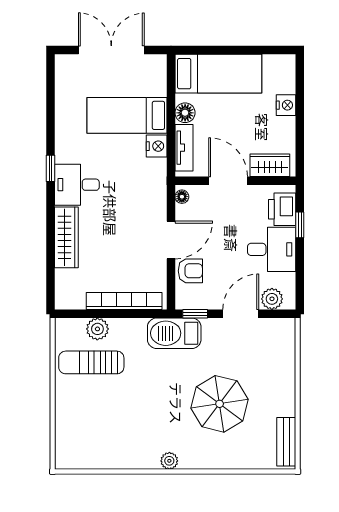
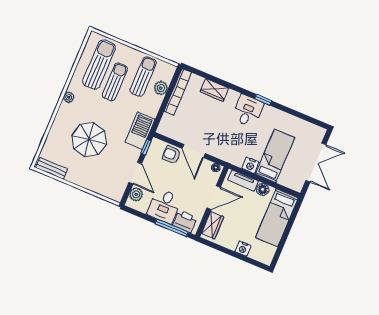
window: (300, 225) -> (172, 228), width x2.17
wardrobe: (66, 237) -> (214, 90), width x0.67
armchair: (190, 271) -> (172, 155), turned 90
bookcase: (124, 301) -> (178, 92), moved
sun lounger: (117, 402) -> (115, 82), added
sun lounger: (101, 436) -> (99, 64), added

